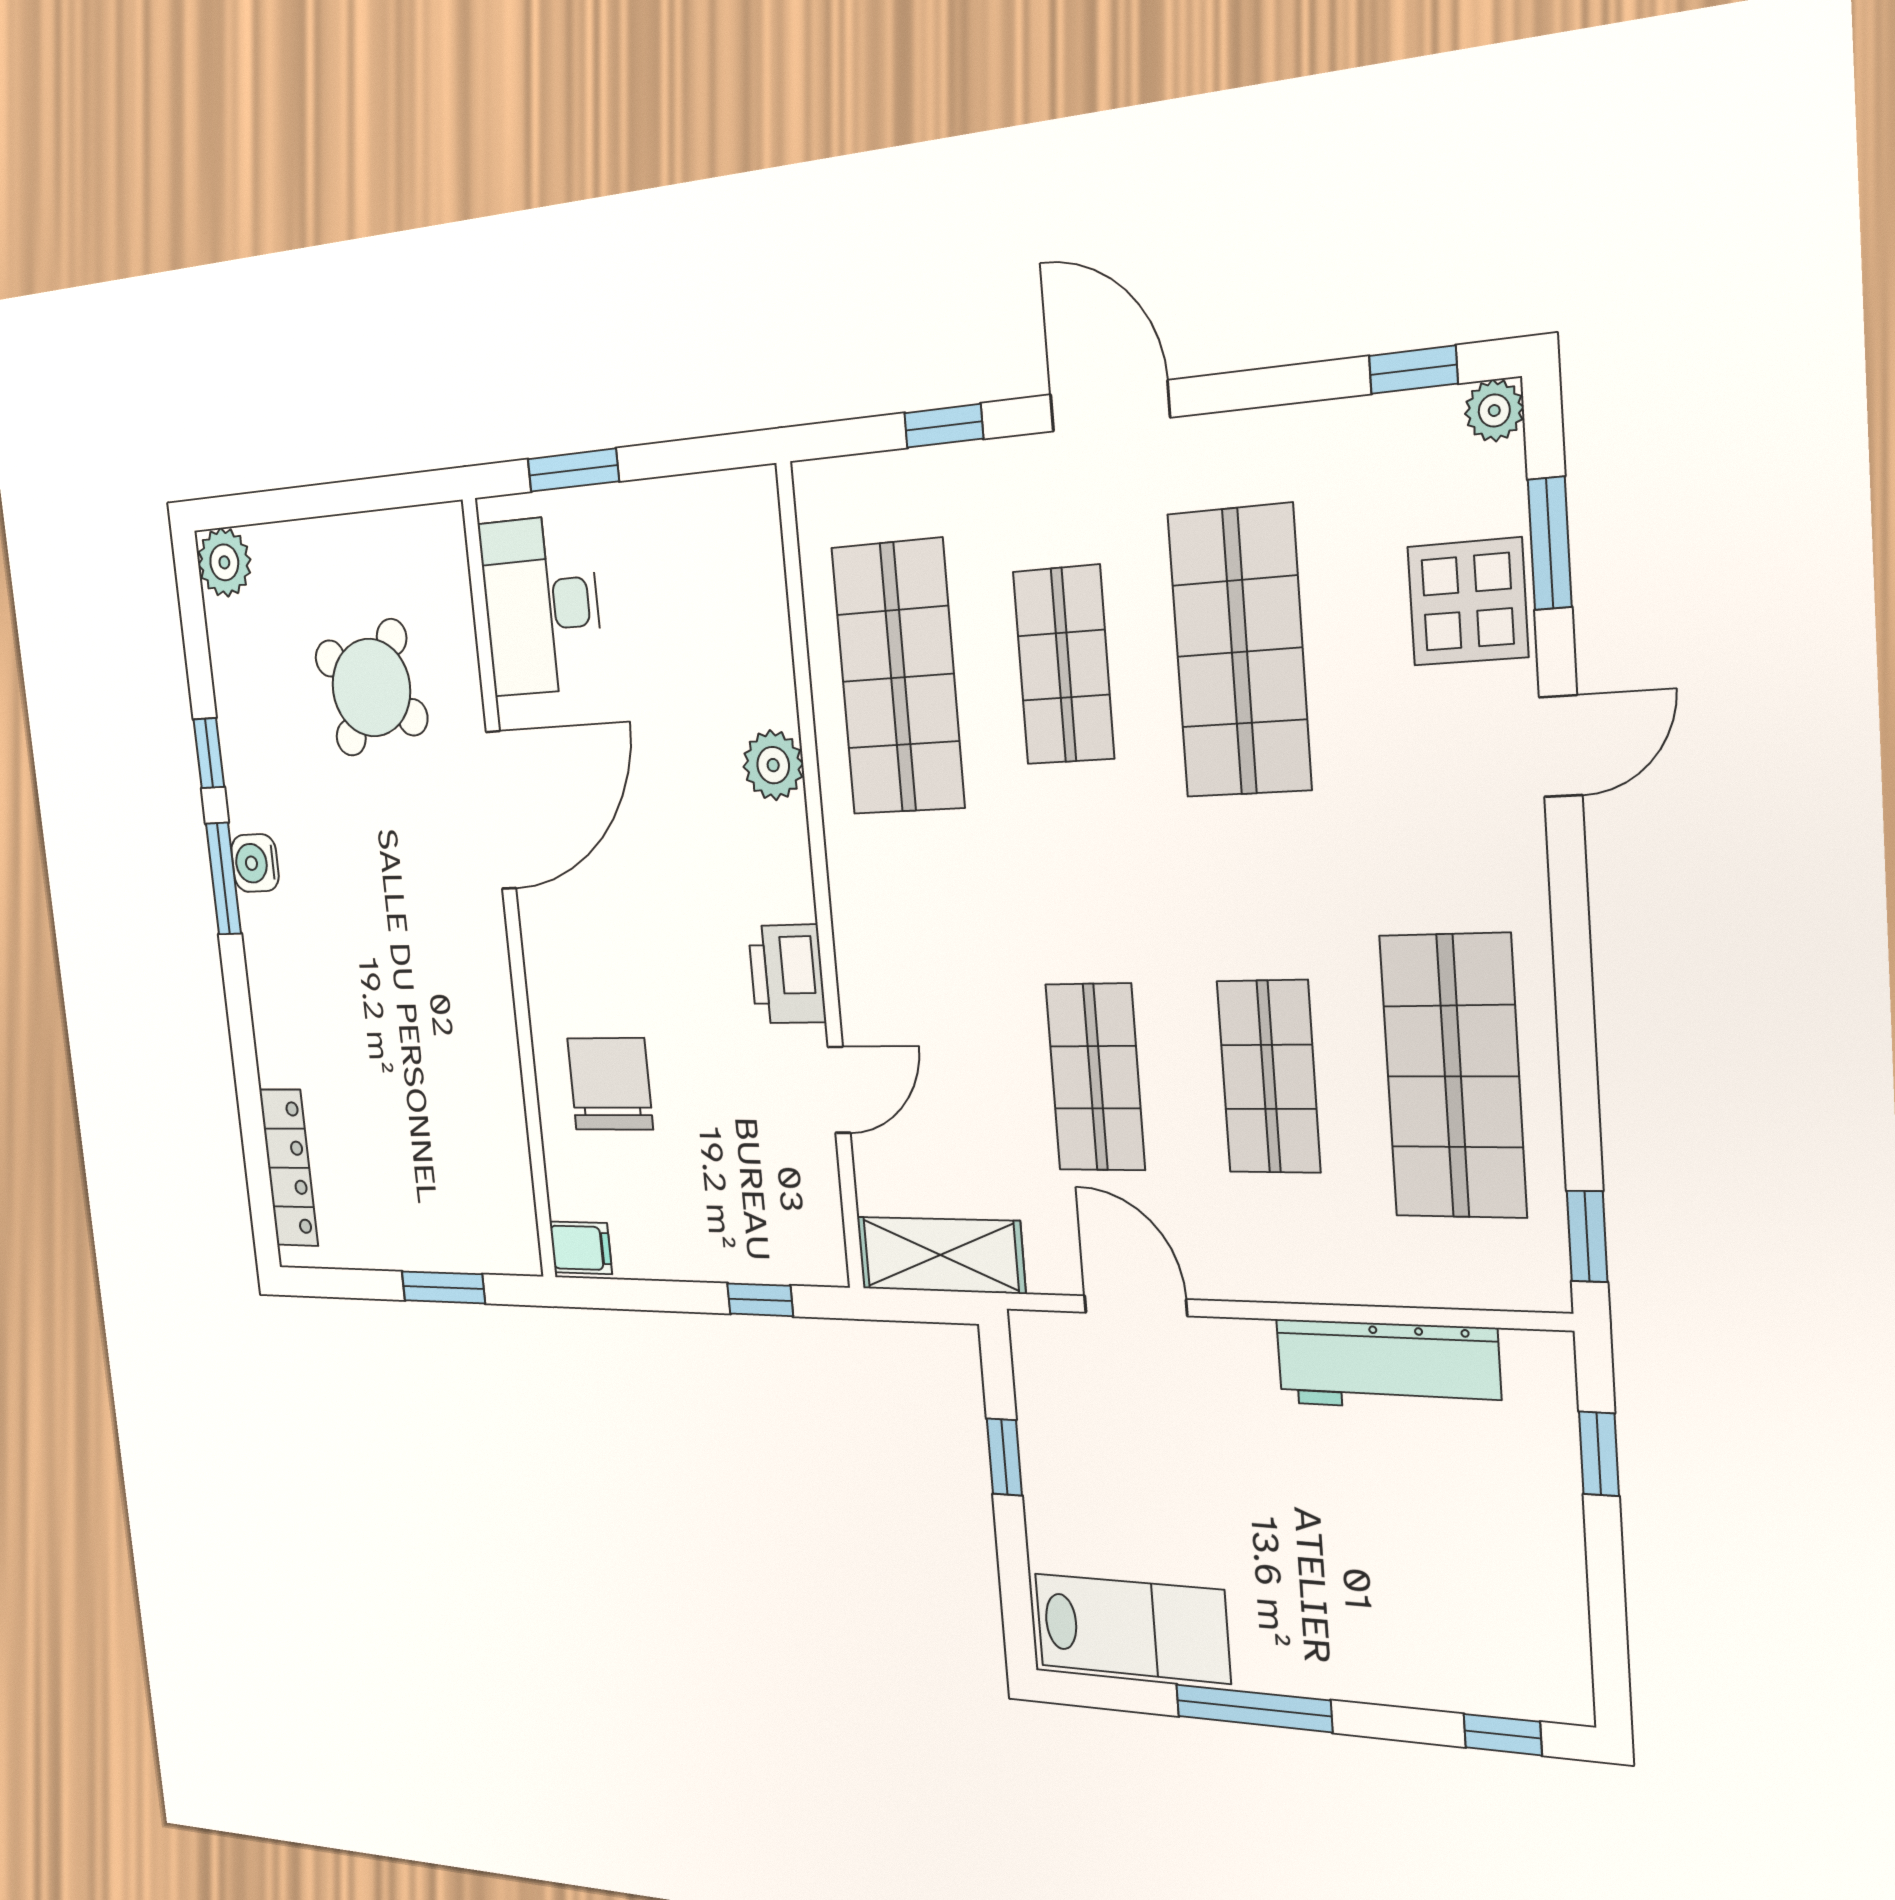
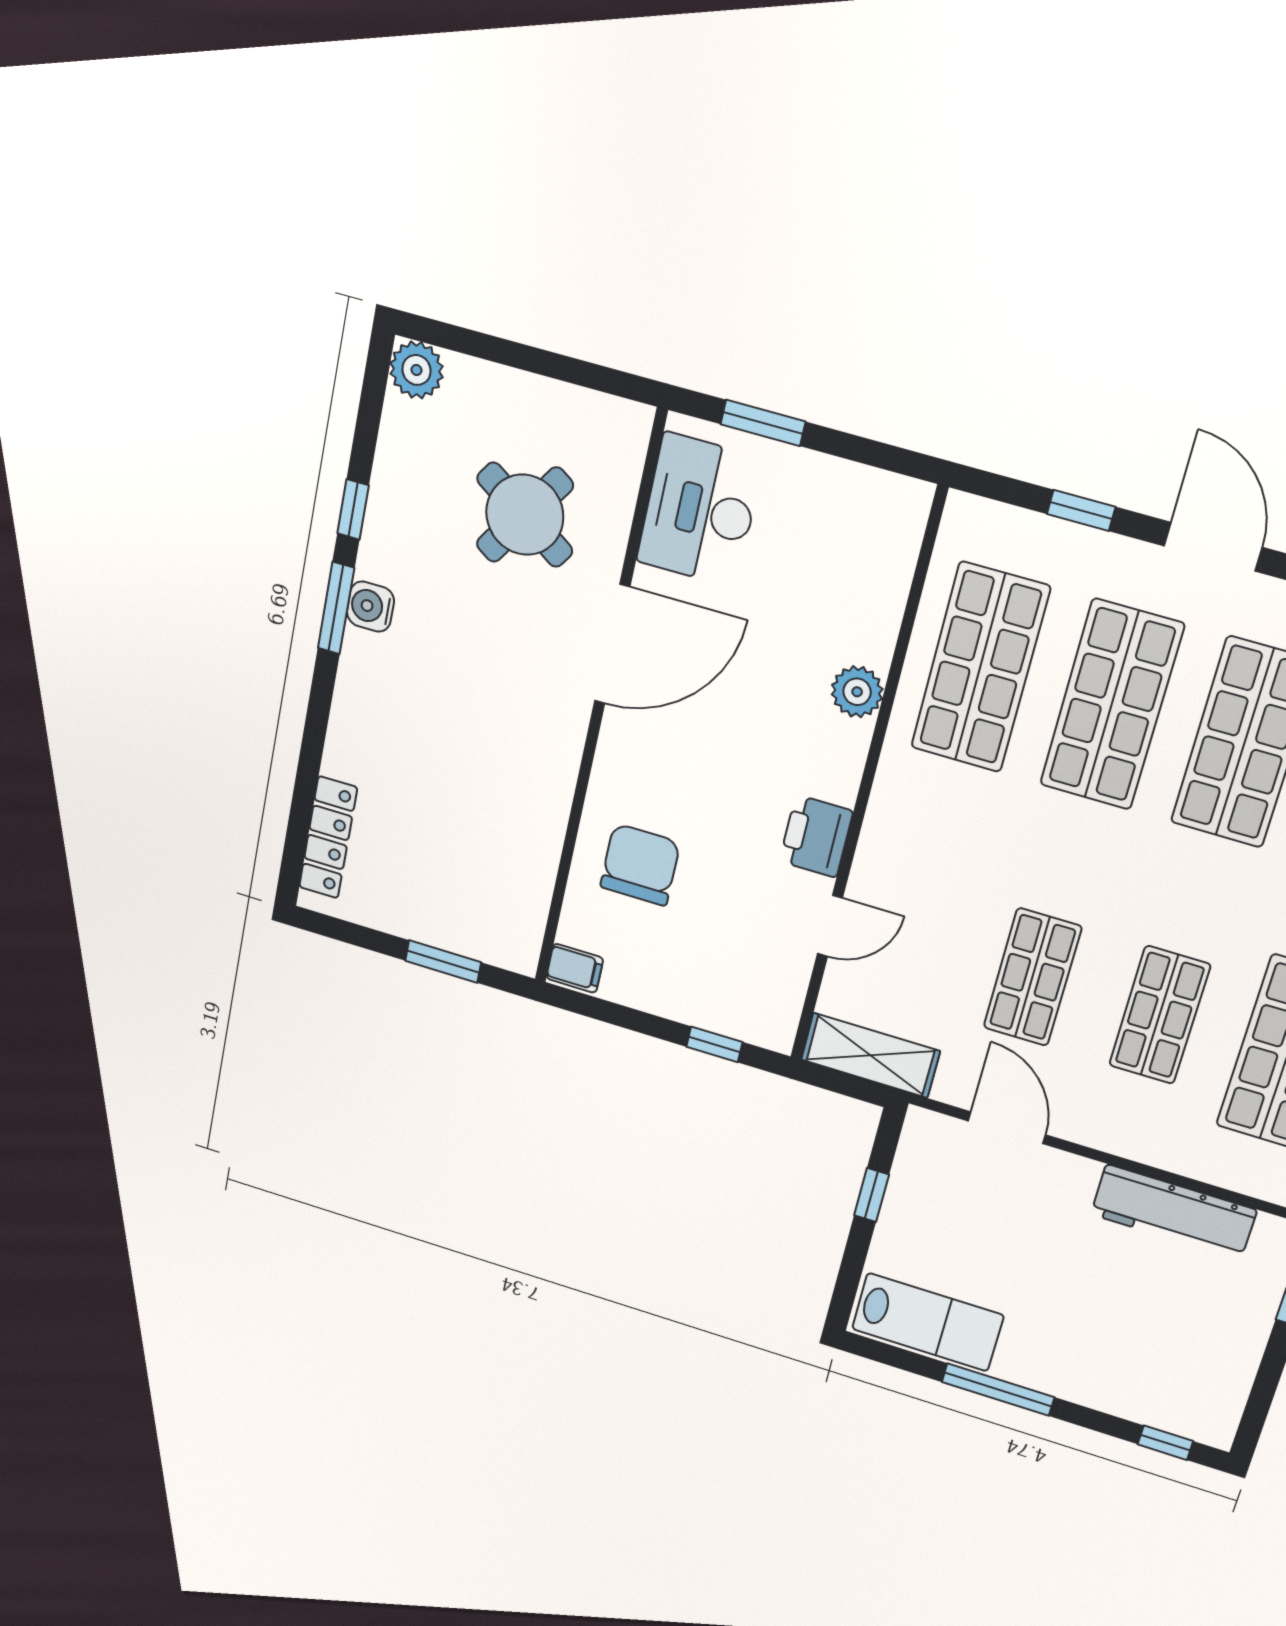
shop shelf: (1064, 665) -> (1112, 705), width x1.43, depth x1.36

